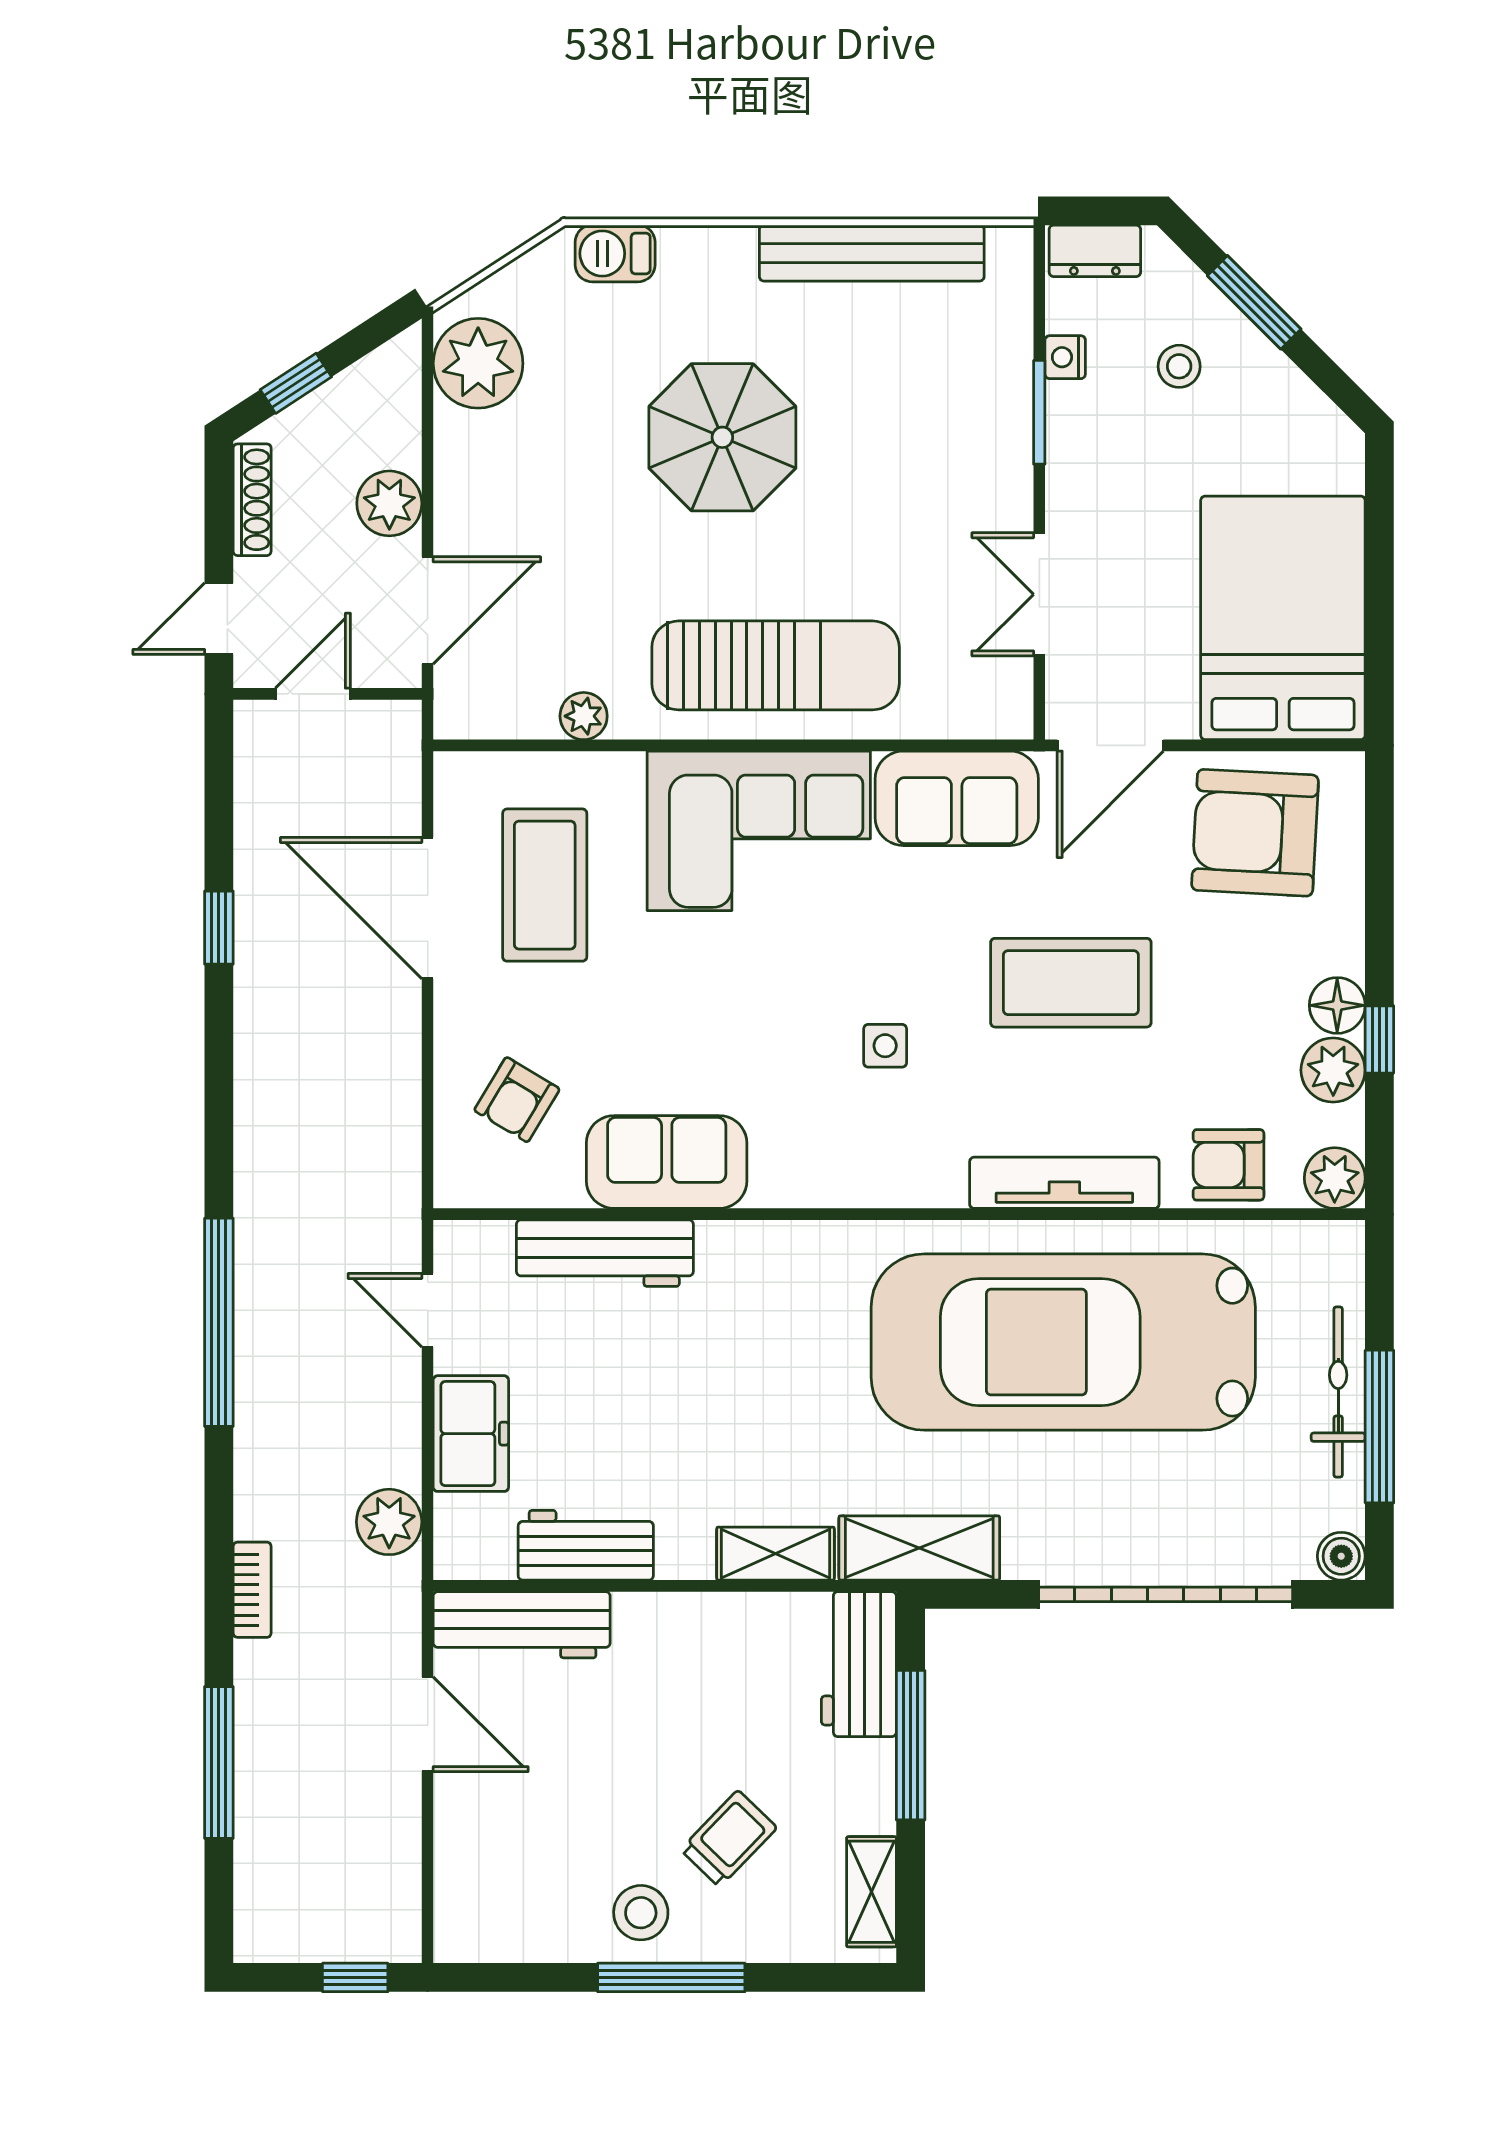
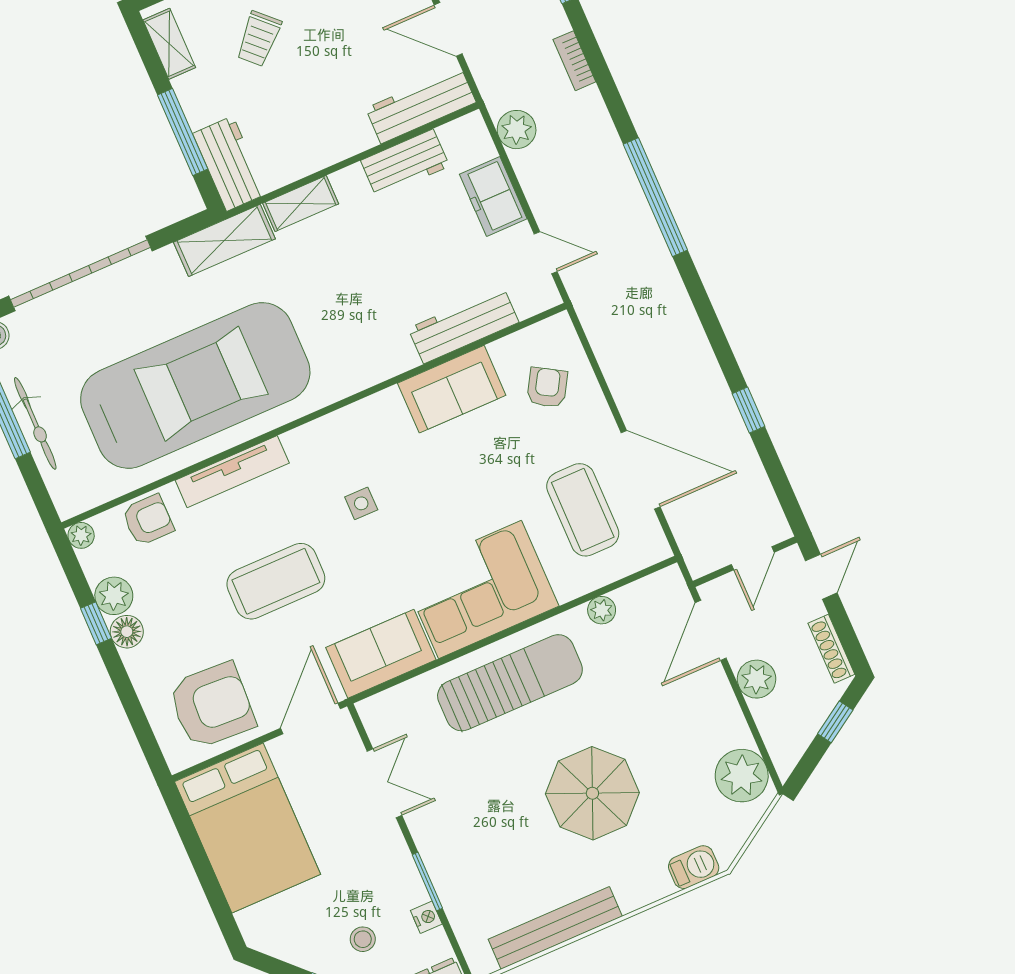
sun lounger: (776, 665) -> (510, 683), turned 180
plant: (1335, 1178) -> (81, 535), width x0.73, depth x0.73

